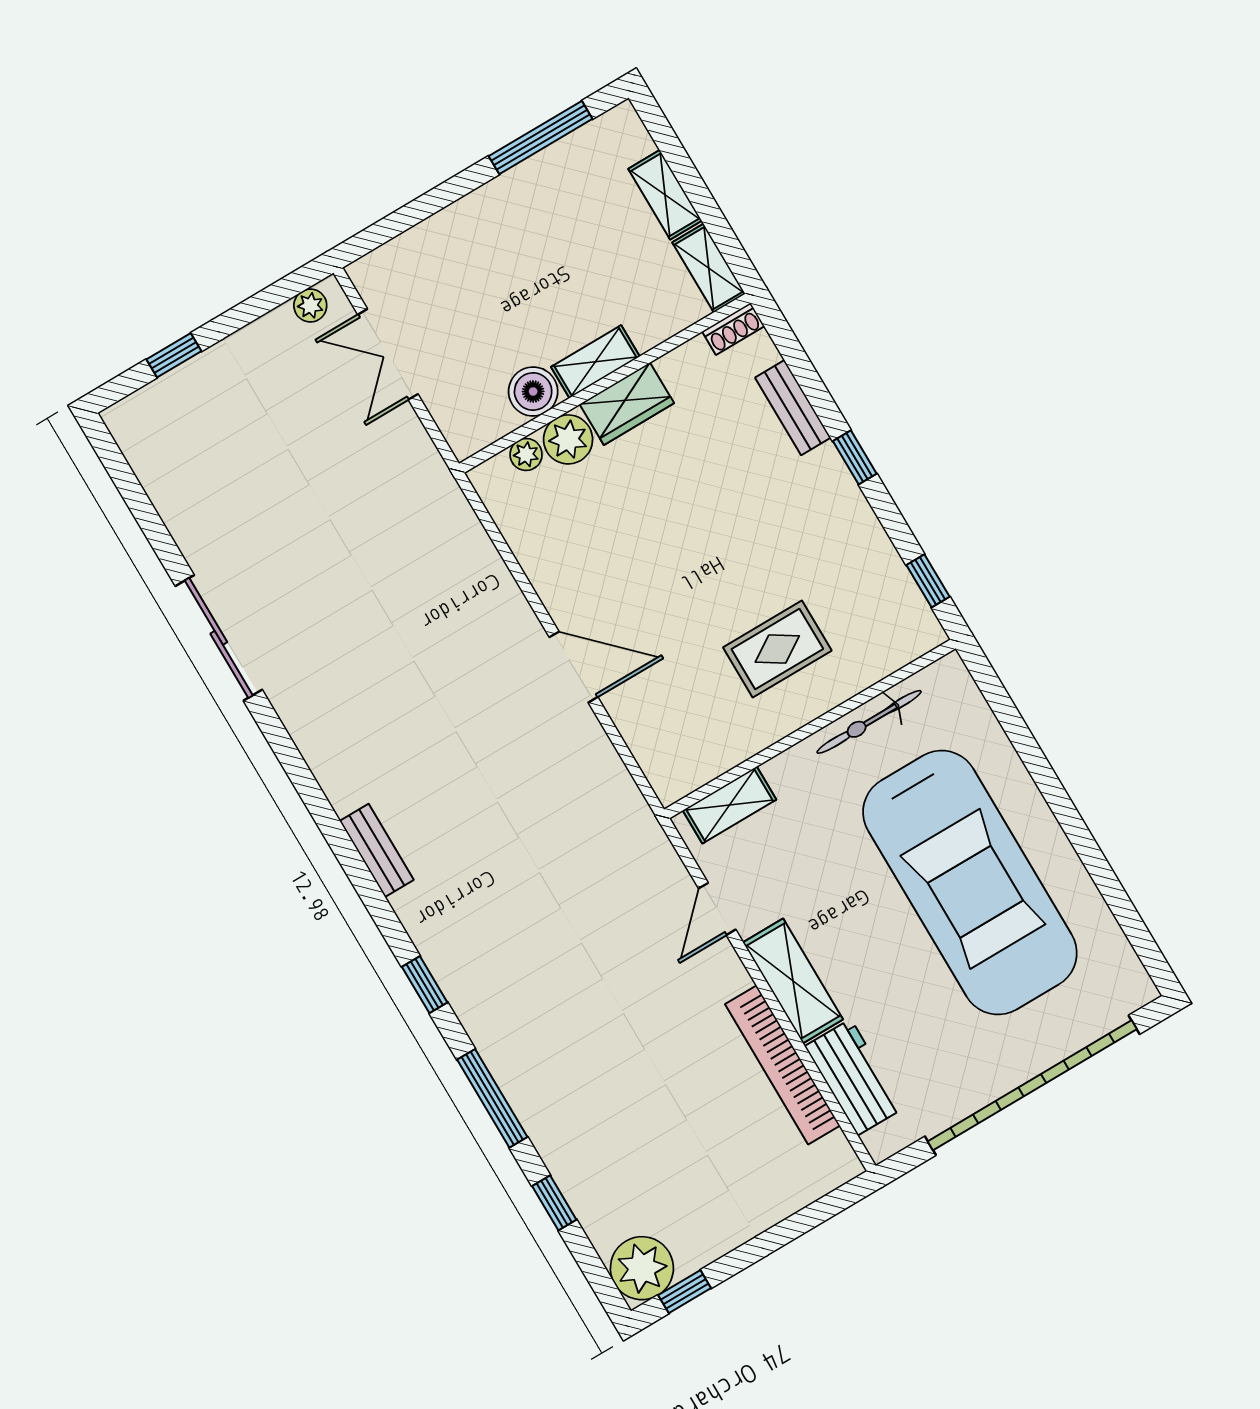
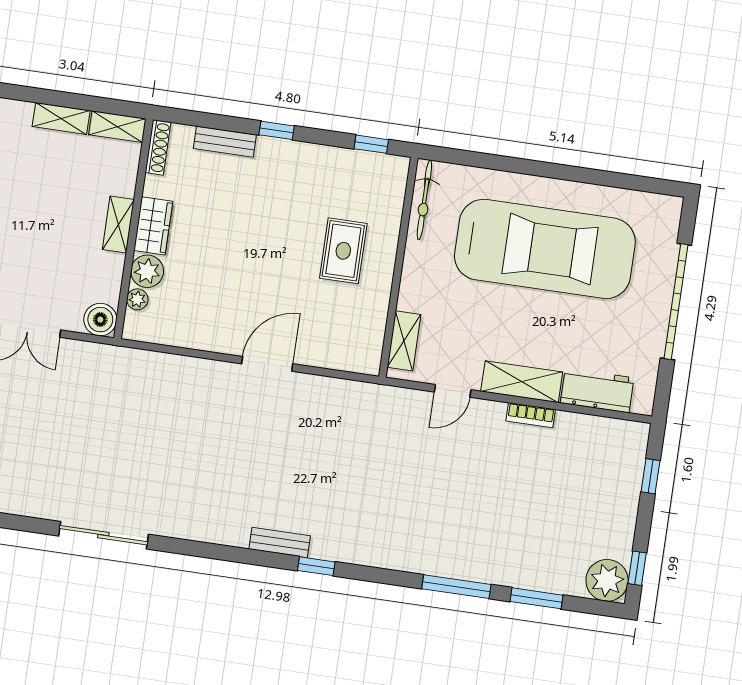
shoe rack: (733, 329) -> (158, 147), width x1.43
boiler: (533, 392) -> (100, 320), moved
bicycle: (869, 722) -> (424, 200), moved
door: (717, 909) -> (453, 391), hinge flipped
window: (425, 985) -> (316, 566), moved
bookcase: (782, 1065) -> (531, 415), width x0.43, depth x0.76
garage door: (1032, 1085) -> (676, 302), width x0.73
window: (554, 1203) -> (536, 598), width x1.50
window: (805, 1220) -> (650, 476), added

